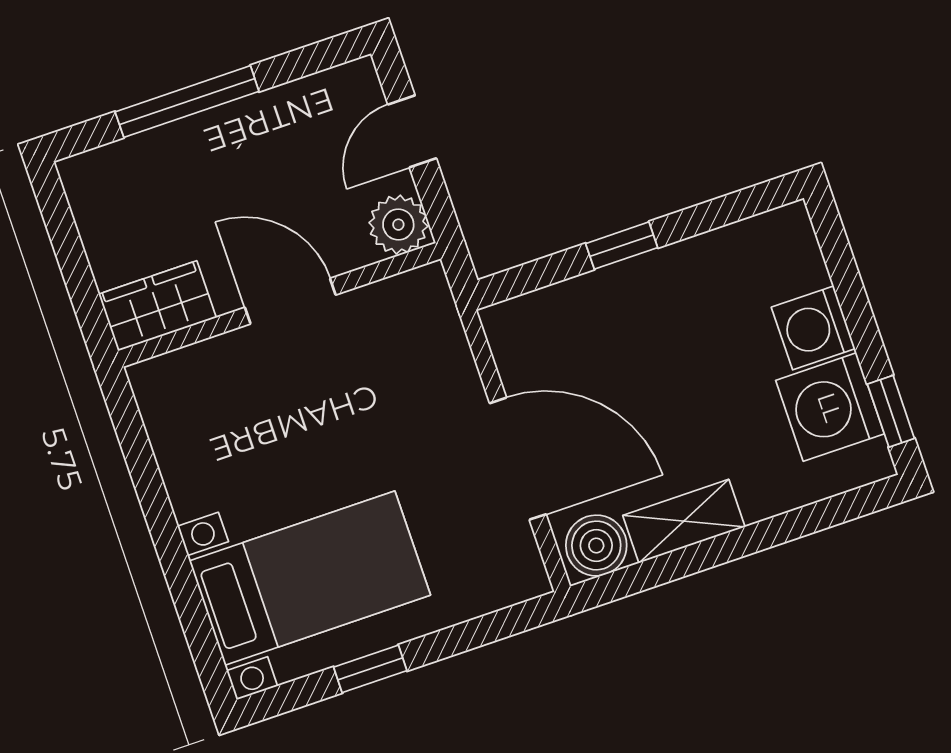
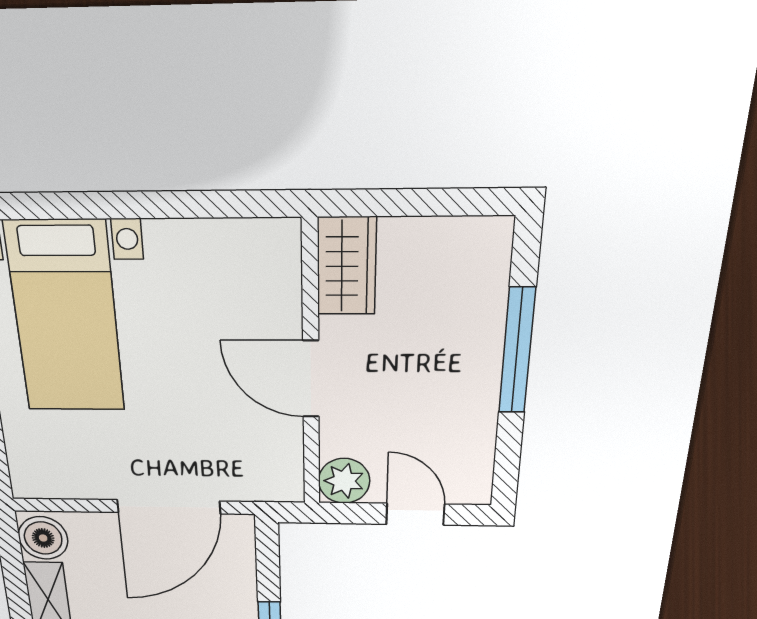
door: (290, 301) -> (311, 379), swing flipped
door: (518, 459) -> (169, 507), moved

